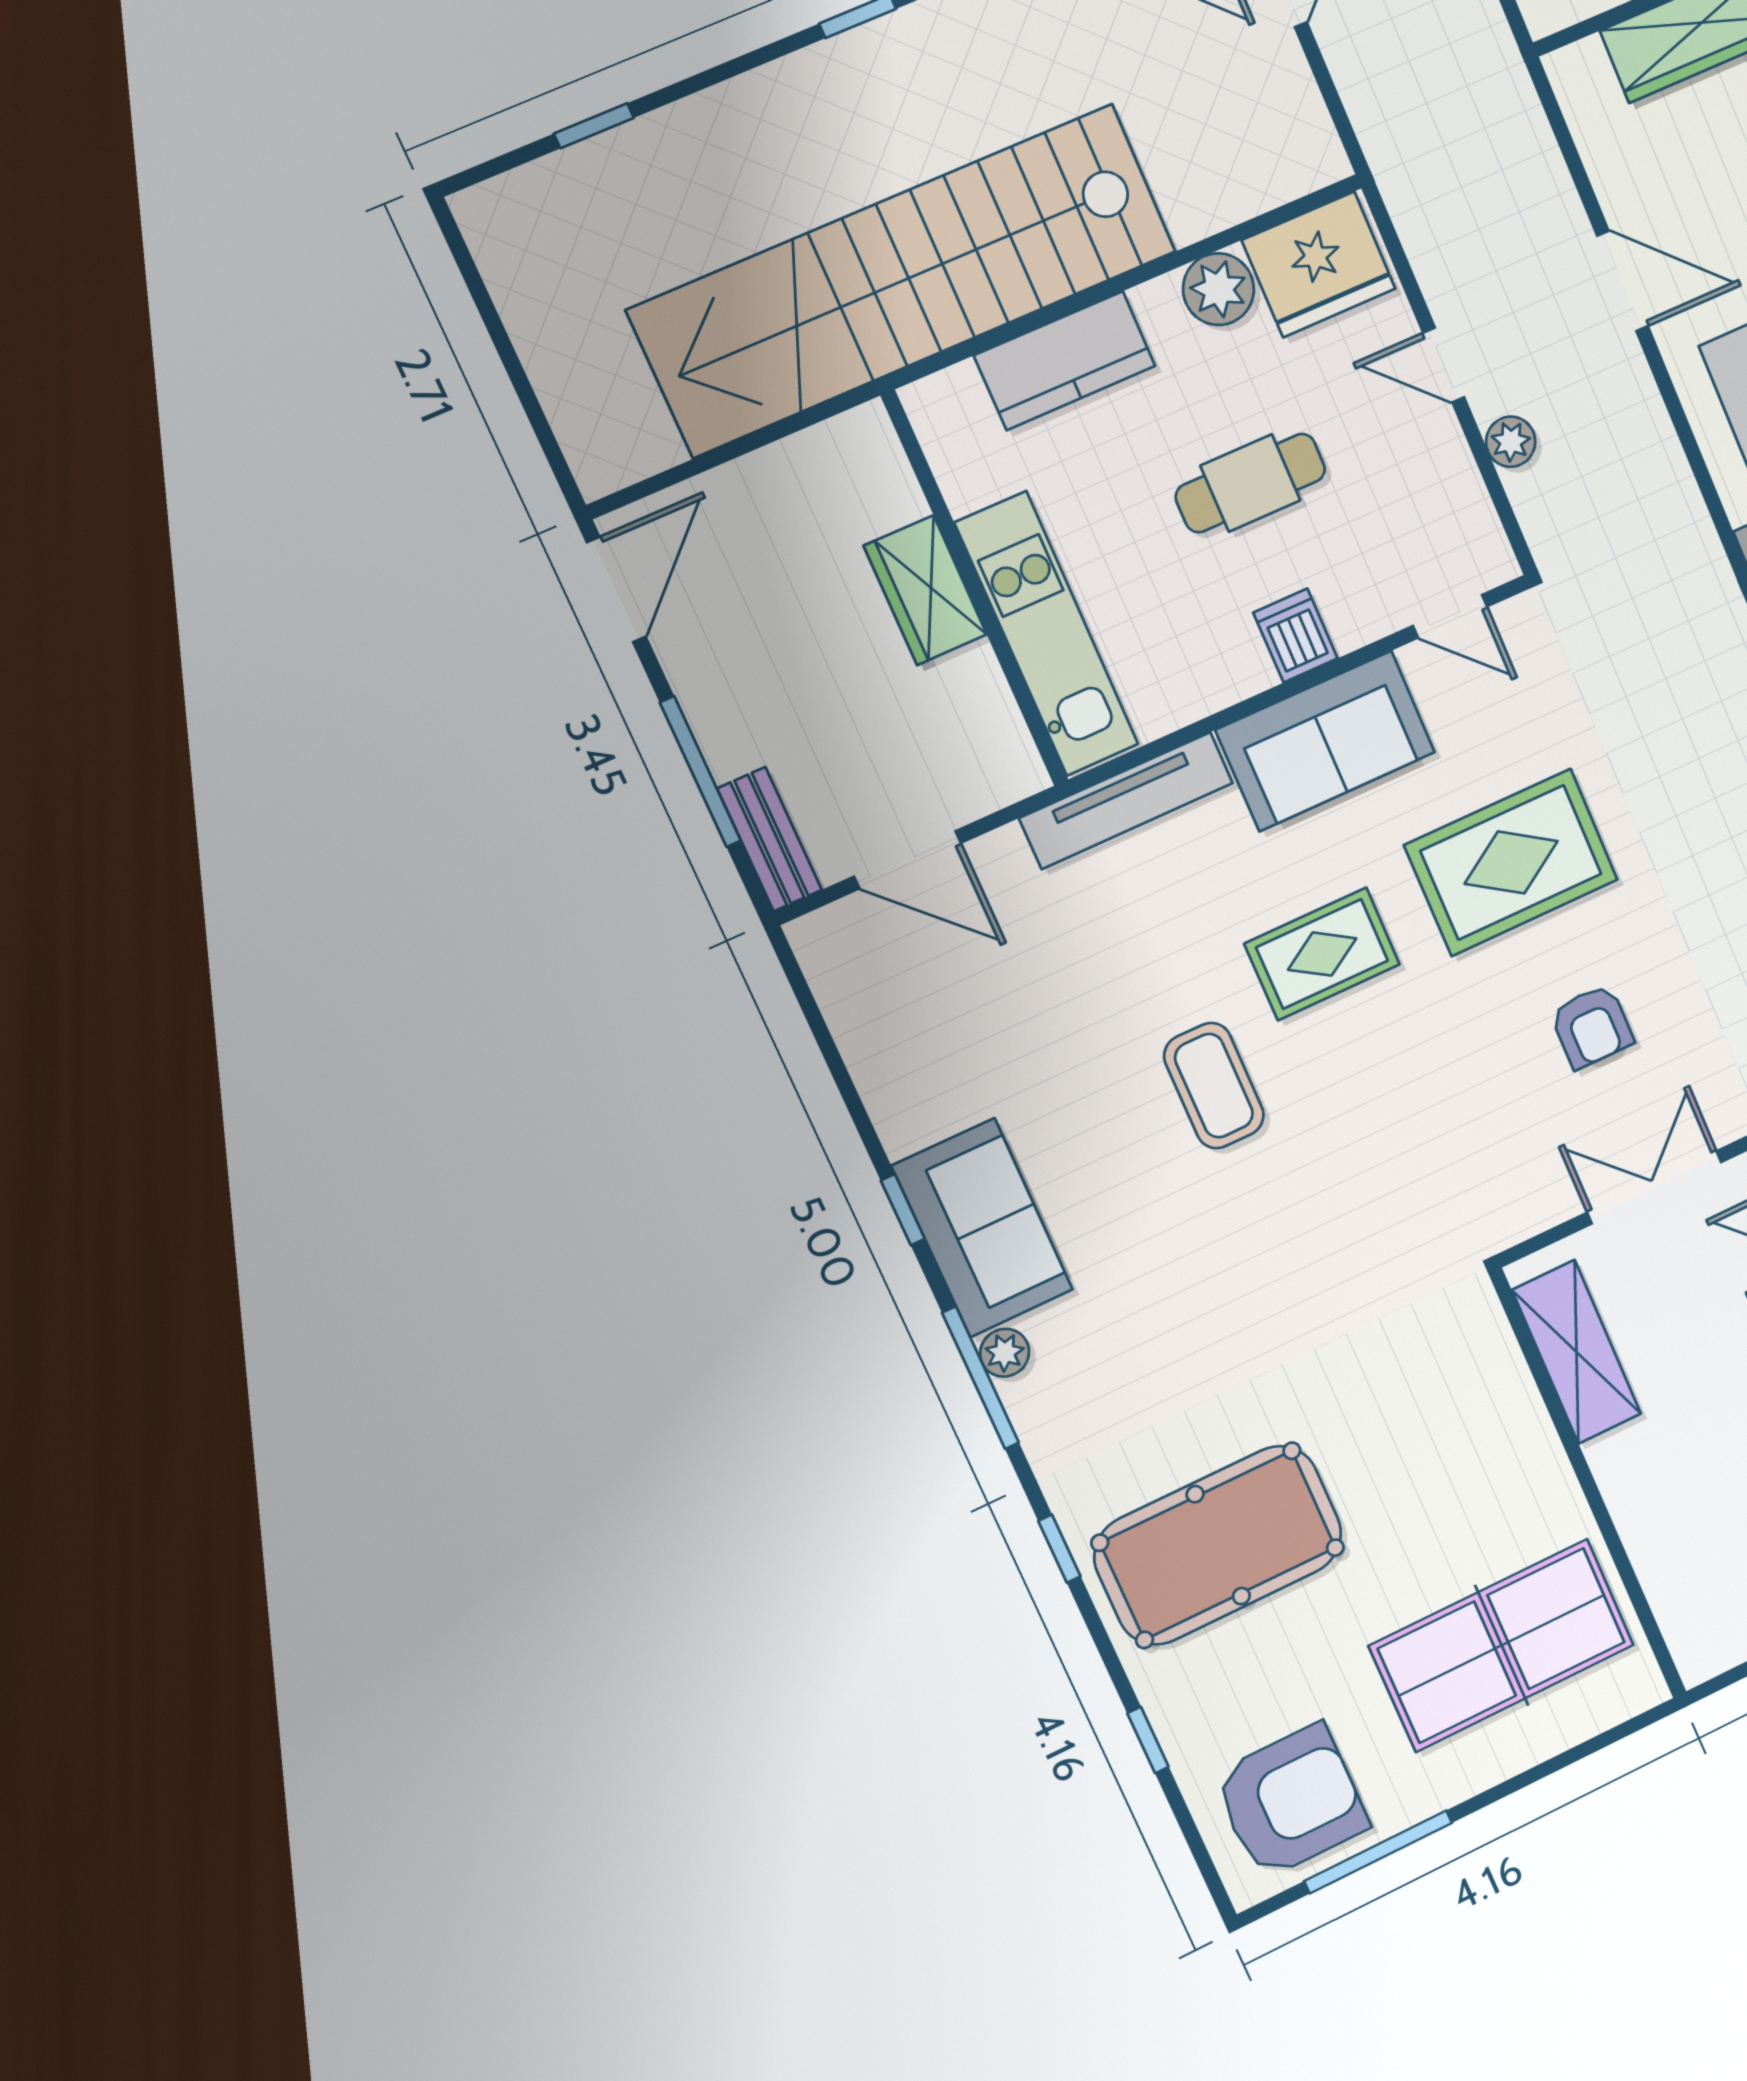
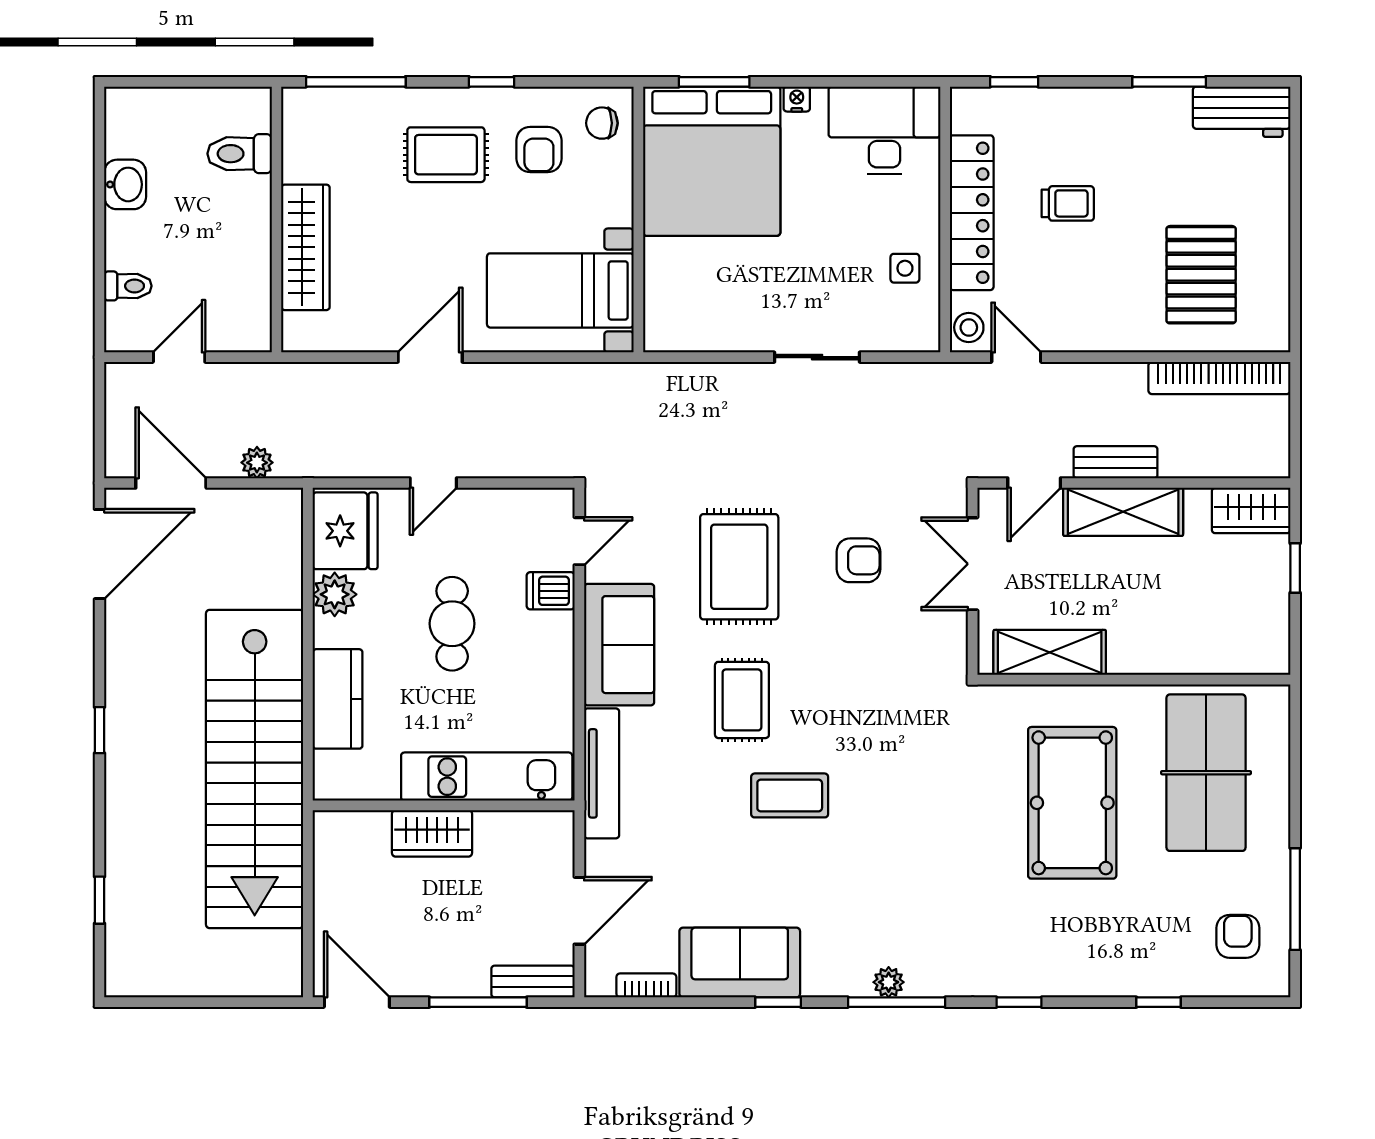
plant: (1511, 442) -> (257, 463), moved
dishwasher: (1295, 636) -> (551, 591), moved
bookcase: (840, 1008) -> (646, 985), added
sofa: (982, 1228) -> (740, 963), moved
pool table: (1218, 1545) -> (1072, 803), moved
armchair: (1291, 1801) -> (1238, 936), width x0.53, depth x0.53

